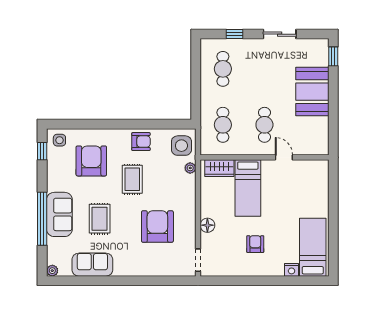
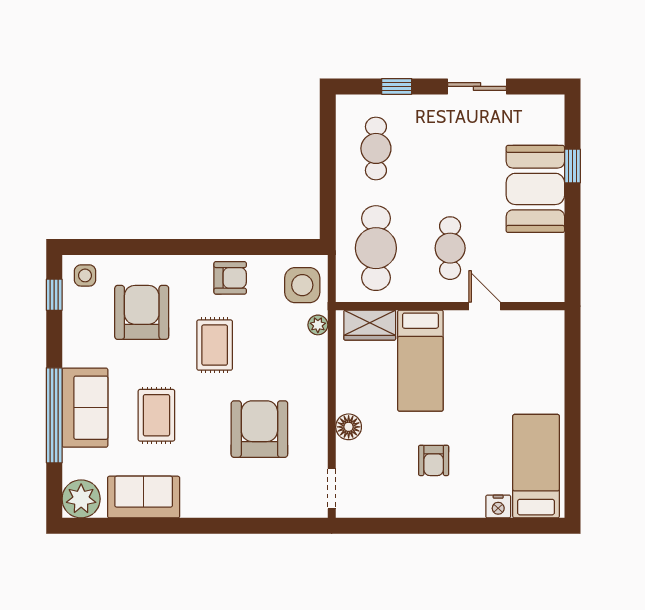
window: (333, 56) -> (572, 166), moved
cafe table: (223, 125) -> (376, 248), width x1.37, depth x1.35
armchair: (255, 244) -> (434, 460), turned 180
plant: (52, 271) -> (81, 499), width x1.87, depth x1.87

